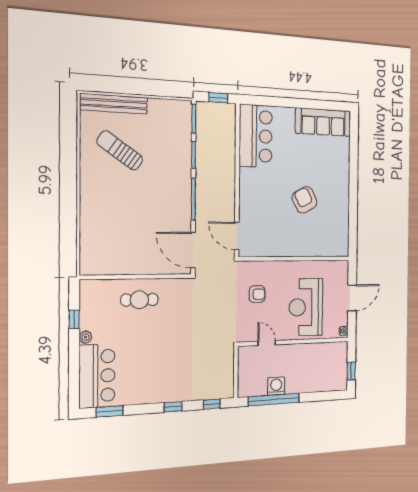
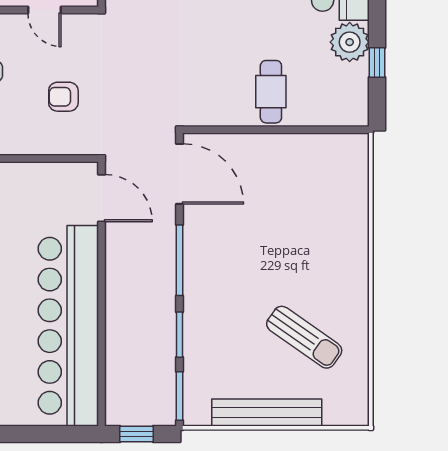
bench: (114, 104) -> (267, 413), moved
bar counter: (256, 136) -> (68, 326), width x1.86
cafe table: (139, 300) -> (271, 92), turned 90
plant: (86, 337) -> (350, 42), width x1.88, depth x1.88

